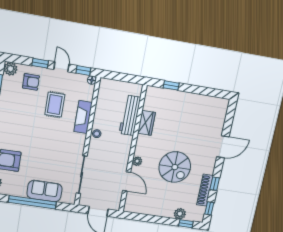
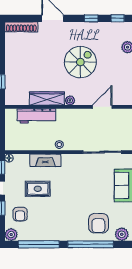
armchair: (31, 82) -> (20, 214), turned 180
wardrobe: (146, 123) -> (47, 99), width x1.50
plant: (137, 161) -> (70, 100), moved
shoe rack: (205, 190) -> (21, 27), moved

